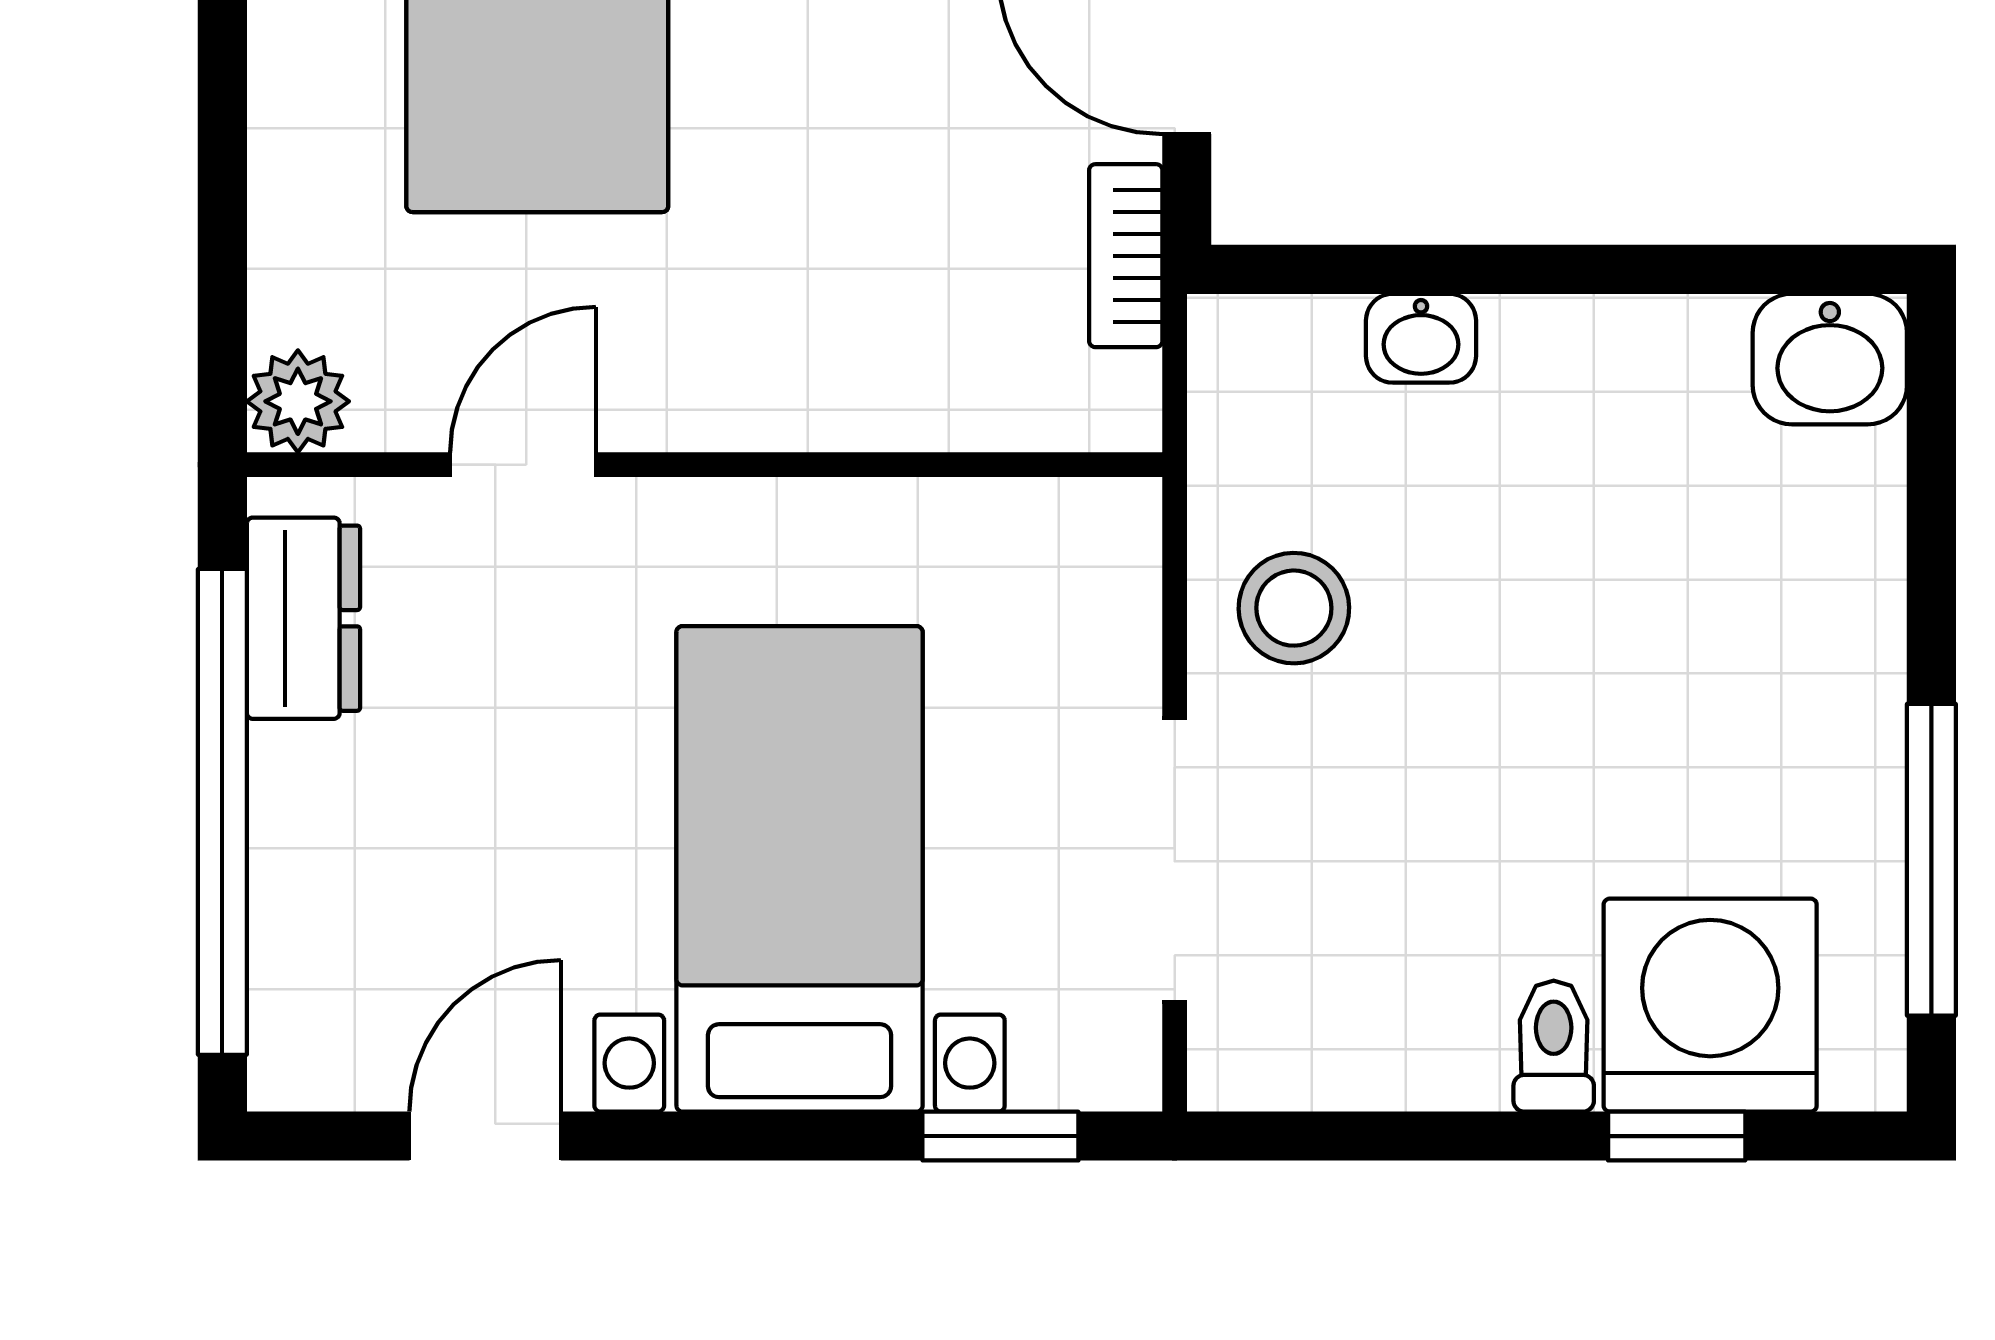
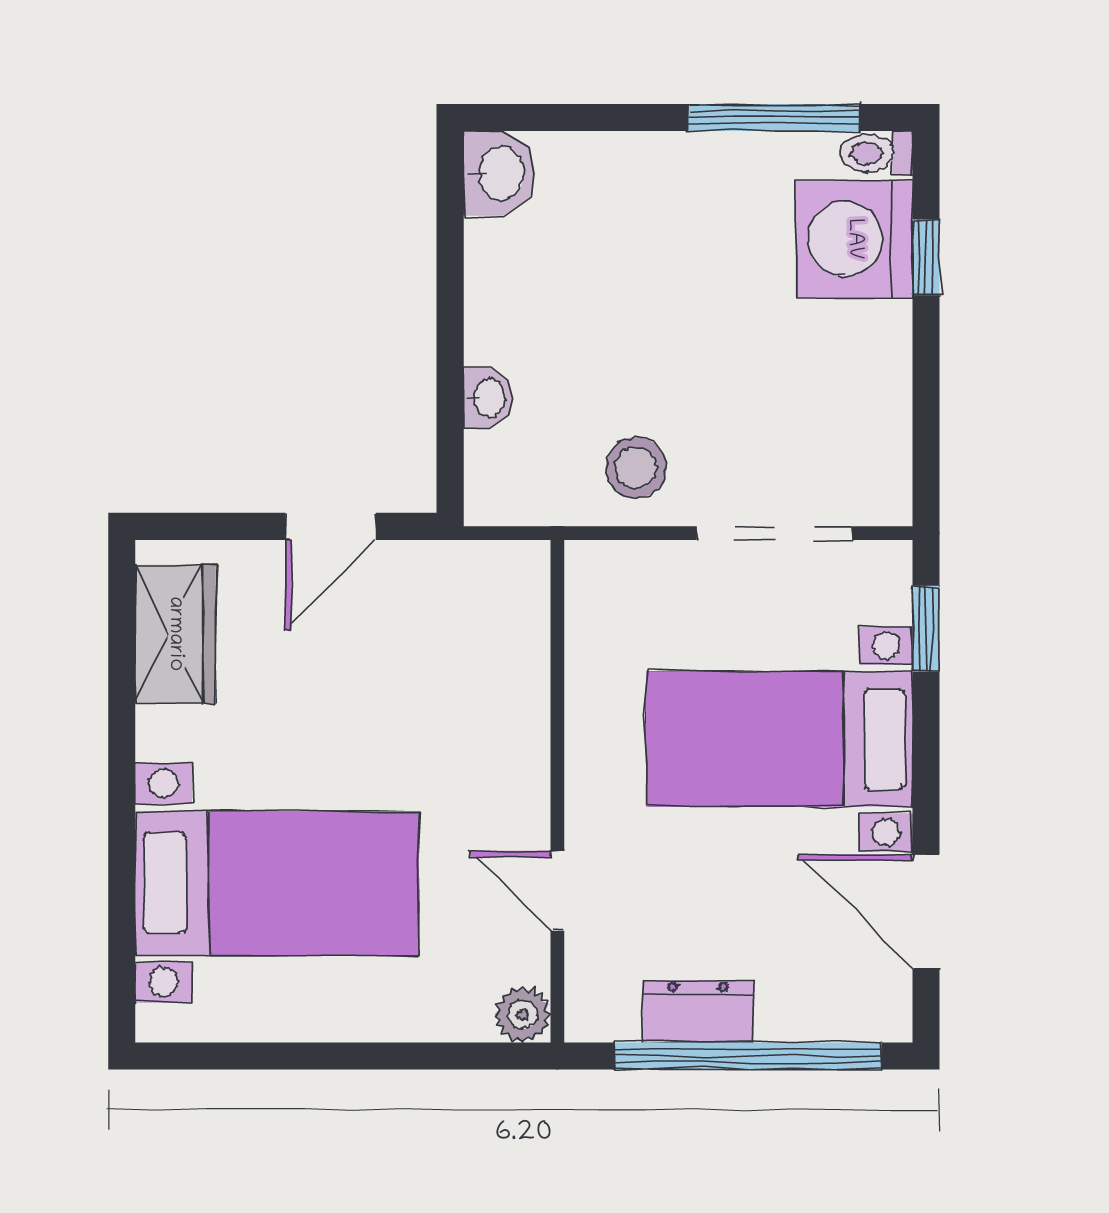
bookcase: (1126, 256) -> (443, 560), removed
dresser: (303, 618) -> (698, 1011), moved
toilet: (1554, 1046) -> (877, 153), moved
door: (485, 1136) -> (926, 912), width x1.37

